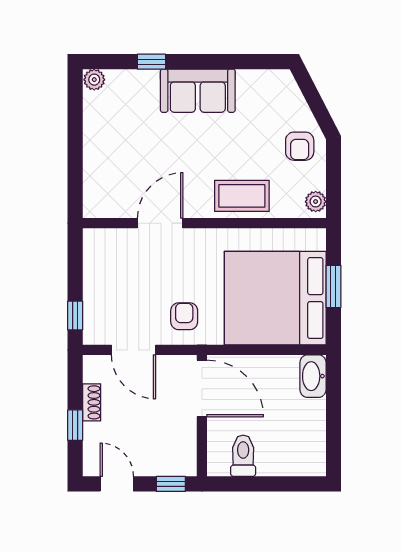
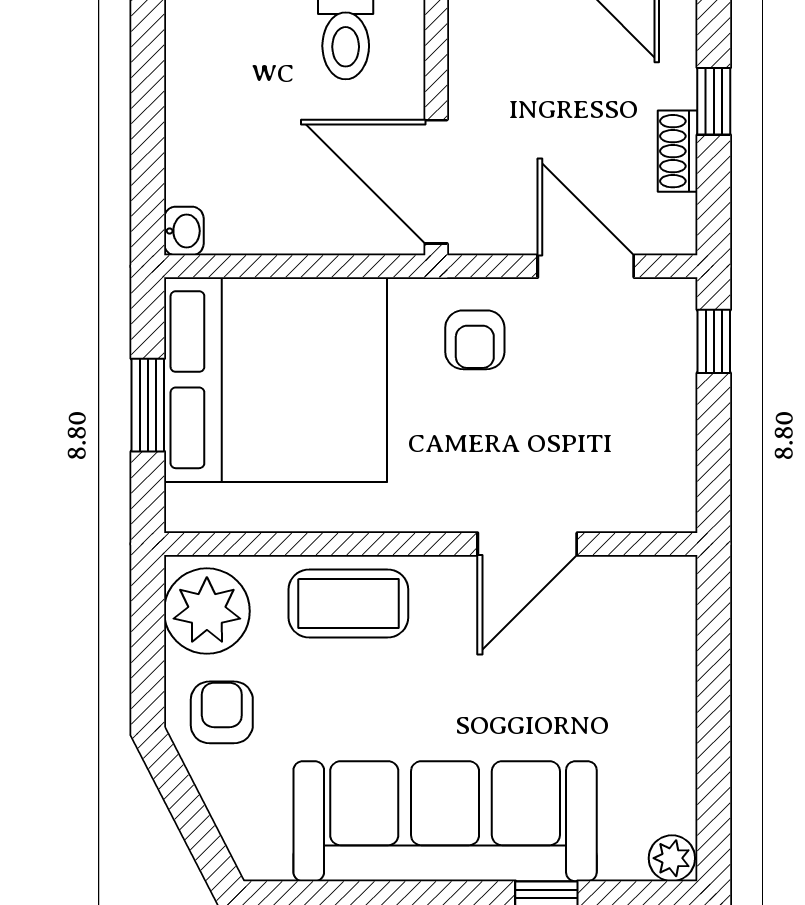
sofa: (198, 91) -> (445, 821), width x1.85, depth x1.27
plant: (316, 202) -> (207, 611), width x1.88, depth x1.88
washbasin: (313, 376) -> (184, 231), width x0.52, depth x0.69

